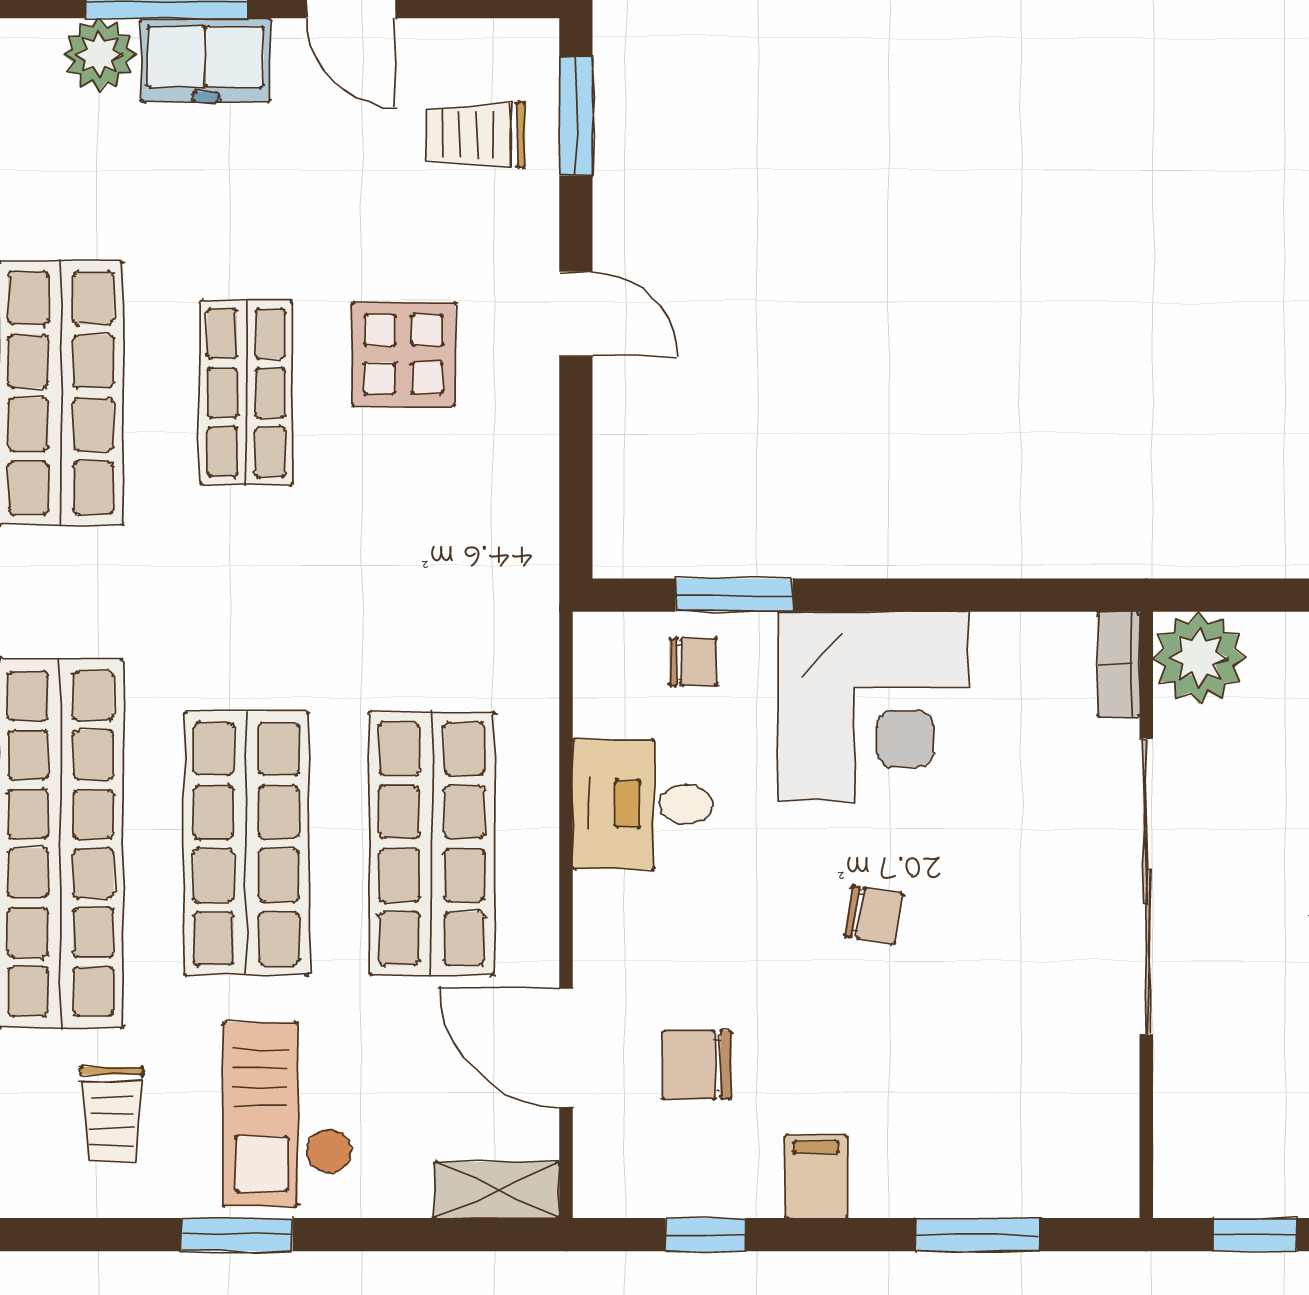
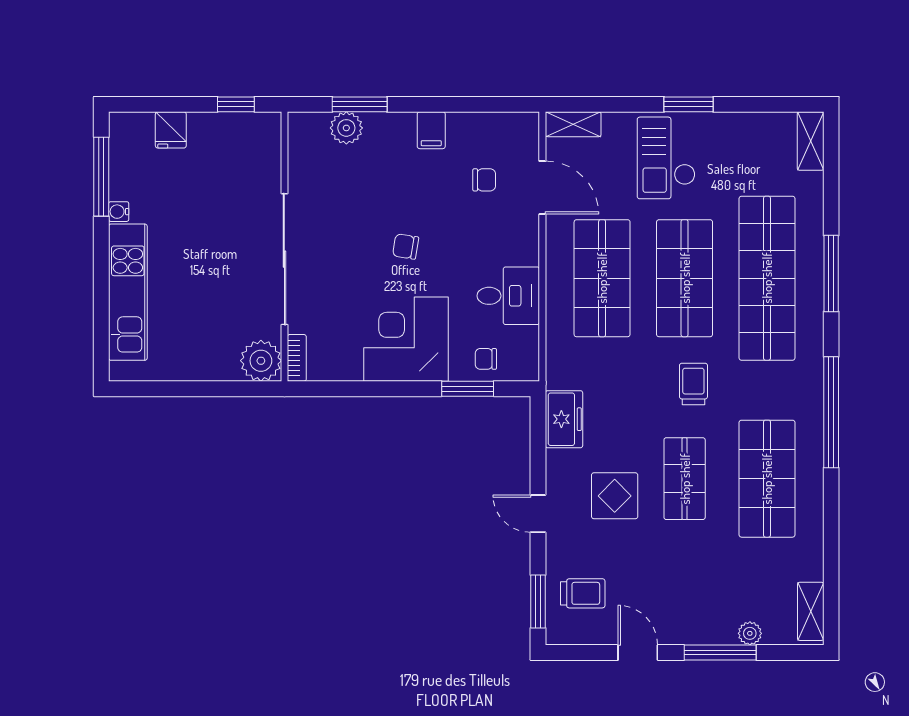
plant: (99, 55) -> (750, 633), width x0.73, depth x0.73
freezer: (206, 60) -> (564, 419), moved, turned 90
chair: (697, 1065) -> (484, 180), width x0.73, depth x0.73
trolley: (111, 1114) -> (693, 384), moved
checkout: (288, 1114) -> (666, 158), turned 180
plant: (1007, 1182) -> (346, 128), added
window: (705, 1235) -> (480, 104), removed

